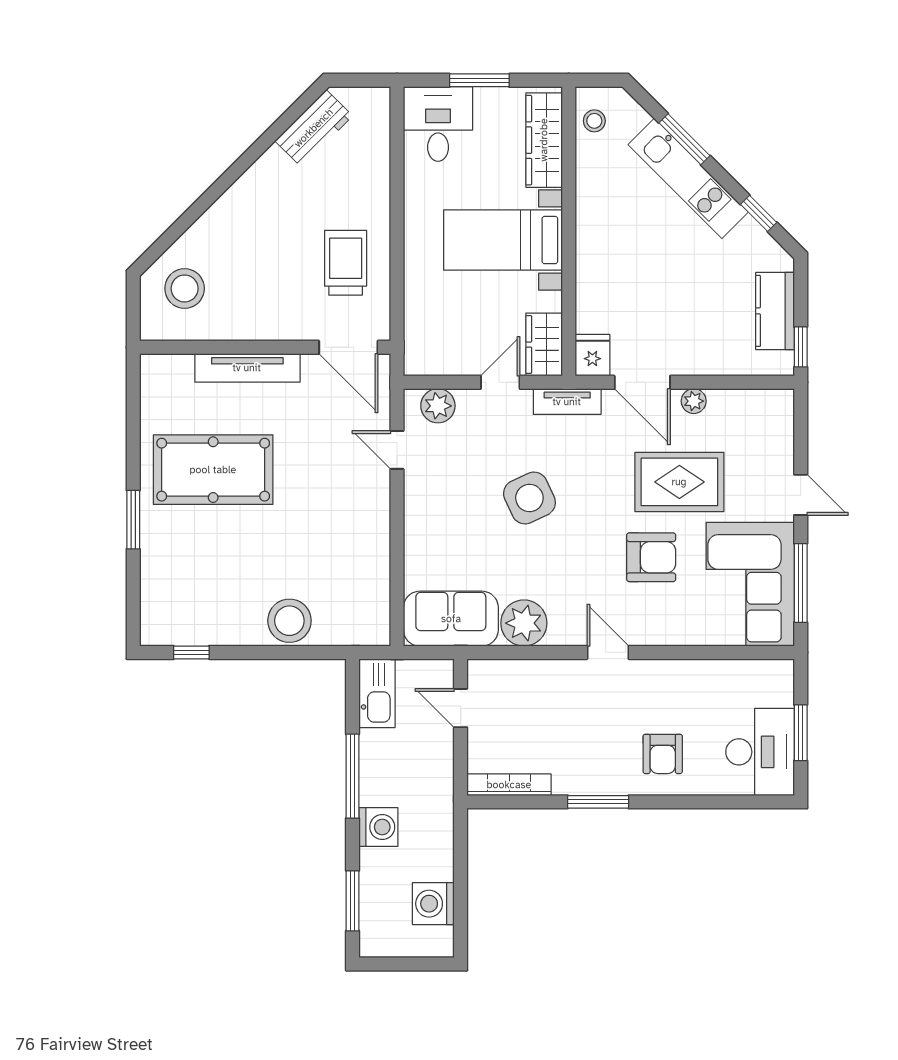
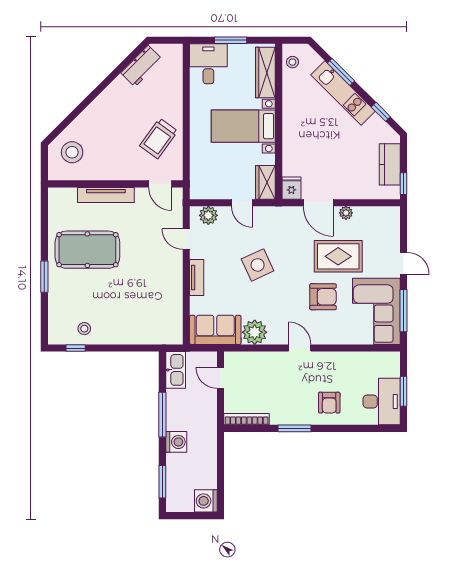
trolley: (346, 263) -> (159, 138), turned -144
door: (348, 347) -> (160, 184), width x0.73
door: (500, 382) -> (242, 203), swing flipped
tv unit: (567, 402) -> (197, 278), moved, turned -90
stool: (289, 621) -> (84, 329), moved, width x0.53, depth x0.53
washing machine: (433, 904) -> (206, 501), moved

